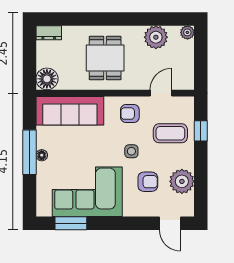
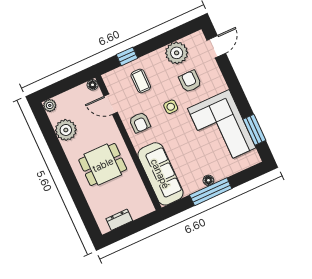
dresser: (49, 33) -> (119, 220), moved, turned -90
floor lamp: (47, 79) -> (93, 85), moved, width x0.53, depth x0.53
coffee table: (170, 133) -> (141, 81), width x0.73, depth x0.77

